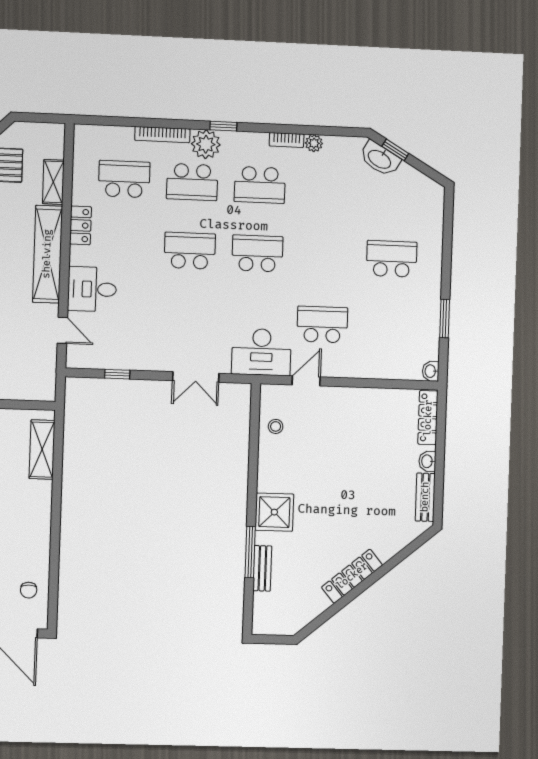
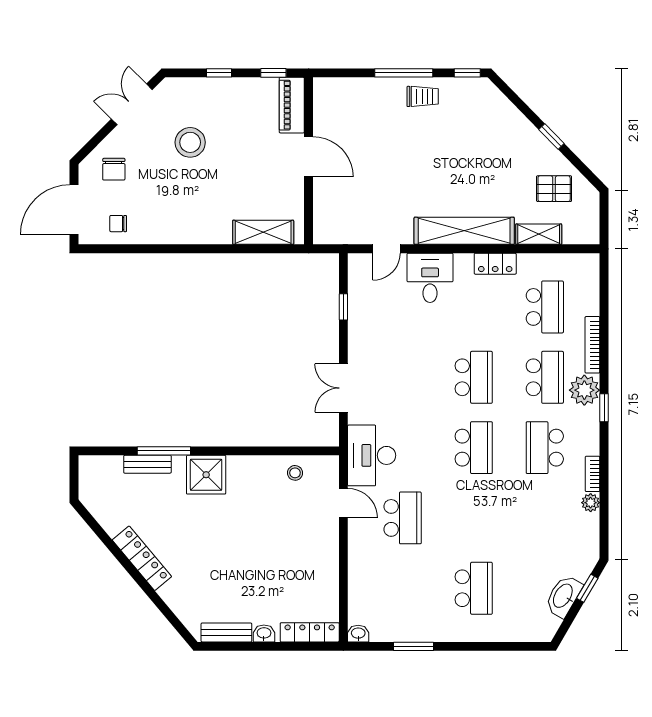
washbasin: (380, 159) -> (563, 596), moved
school desk: (192, 182) -> (545, 377), turned 180

